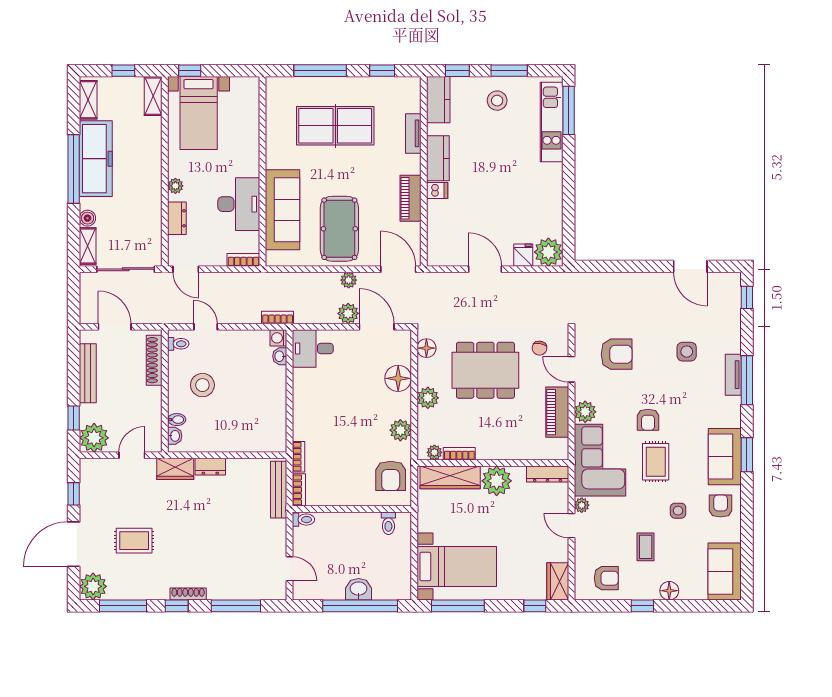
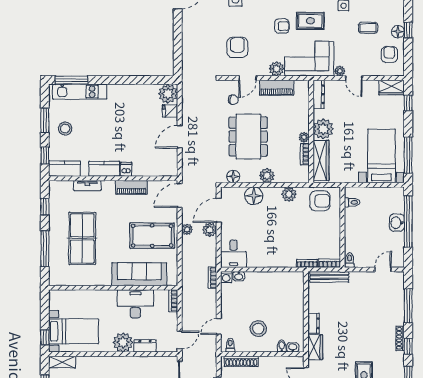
plant: (175, 186) -> (123, 342), width x1.87, depth x1.87
plant: (434, 452) -> (304, 137), moved
door: (571, 526) -> (354, 78), hinge flipped
floor lamp: (669, 591) -> (398, 32), moved

